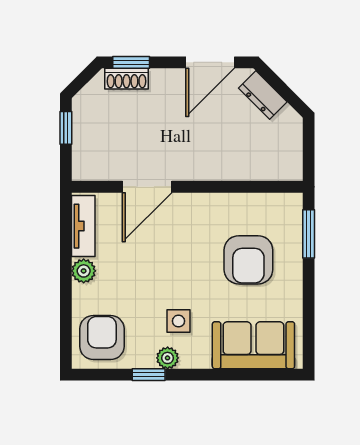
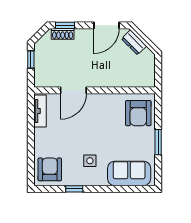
window: (309, 234) -> (158, 142), moved
armchair: (248, 260) -> (138, 113), moved
plant: (84, 271) -> (40, 135), removed
plant: (168, 358) -> (84, 180), removed

